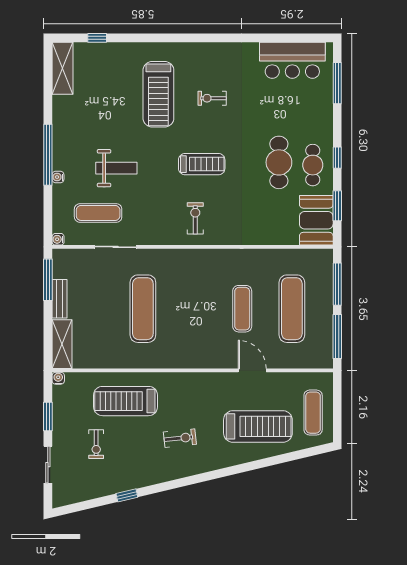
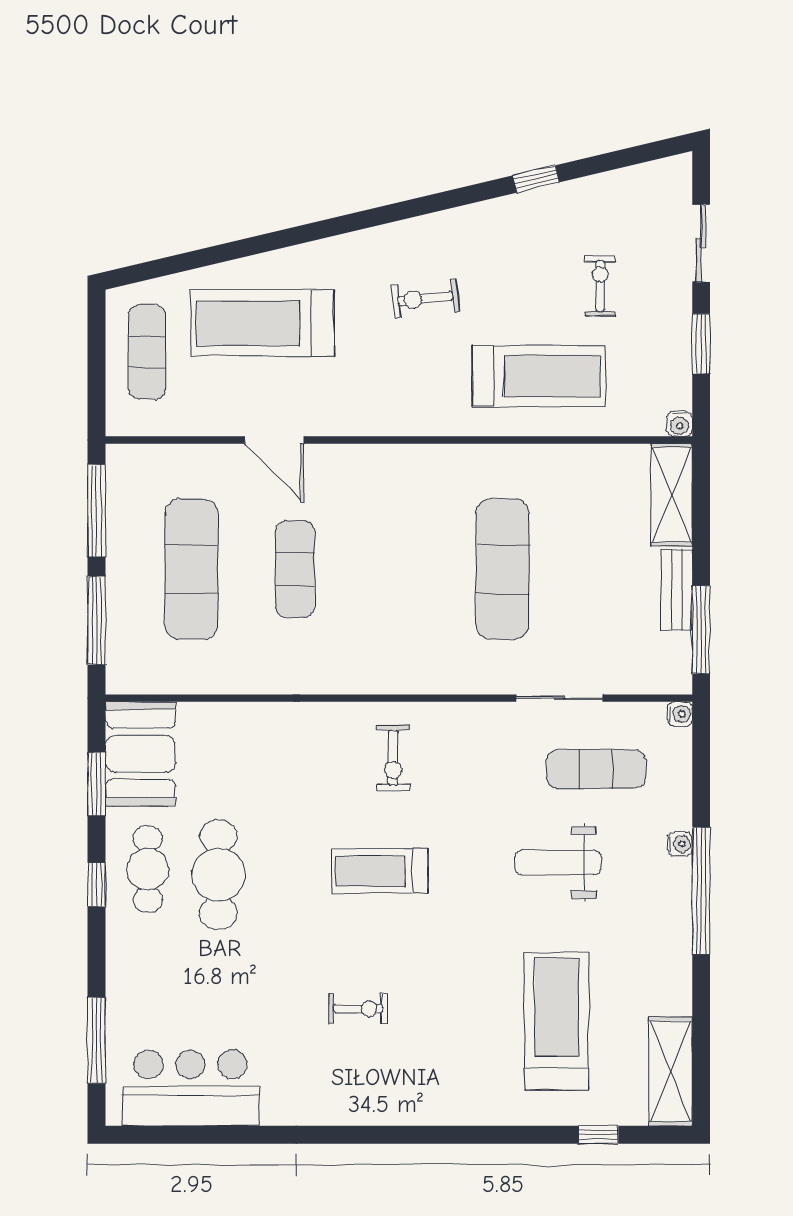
treadmill: (158, 94) -> (557, 1021), moved

